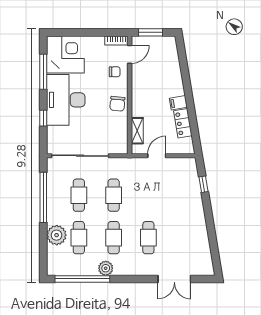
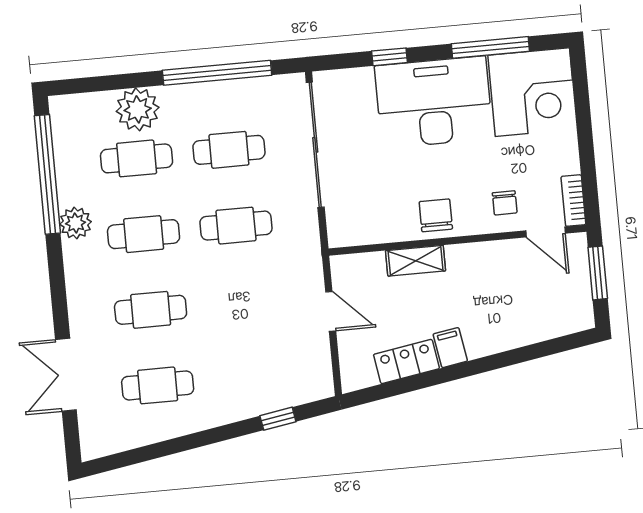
chair: (117, 104) -> (436, 215), turned 85
shelving: (137, 131) -> (416, 261), moved
cafe table: (183, 238) -> (158, 385), added

